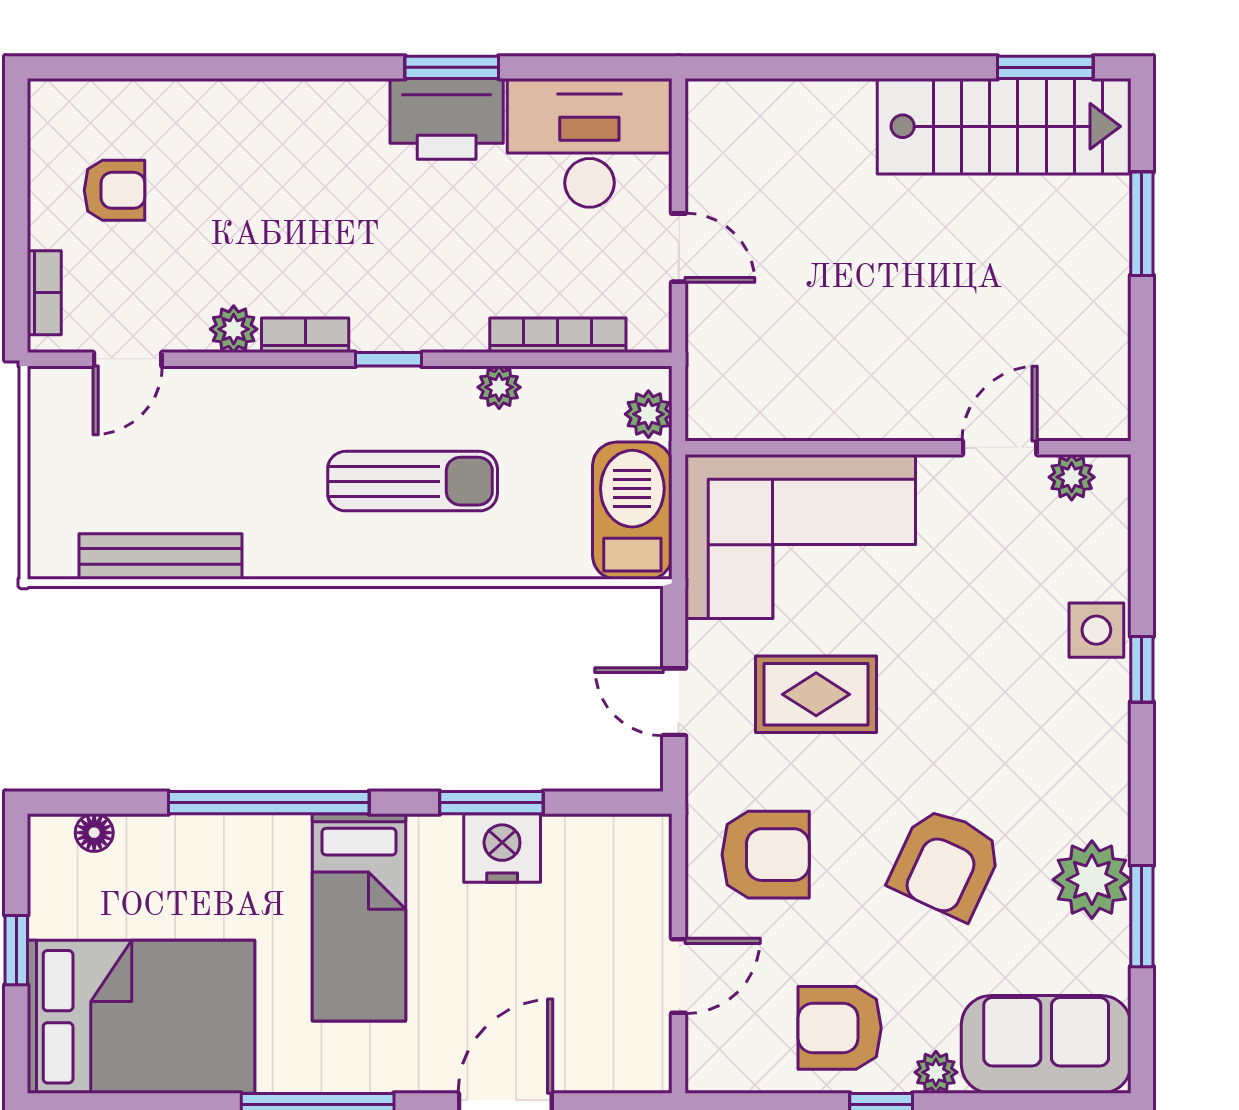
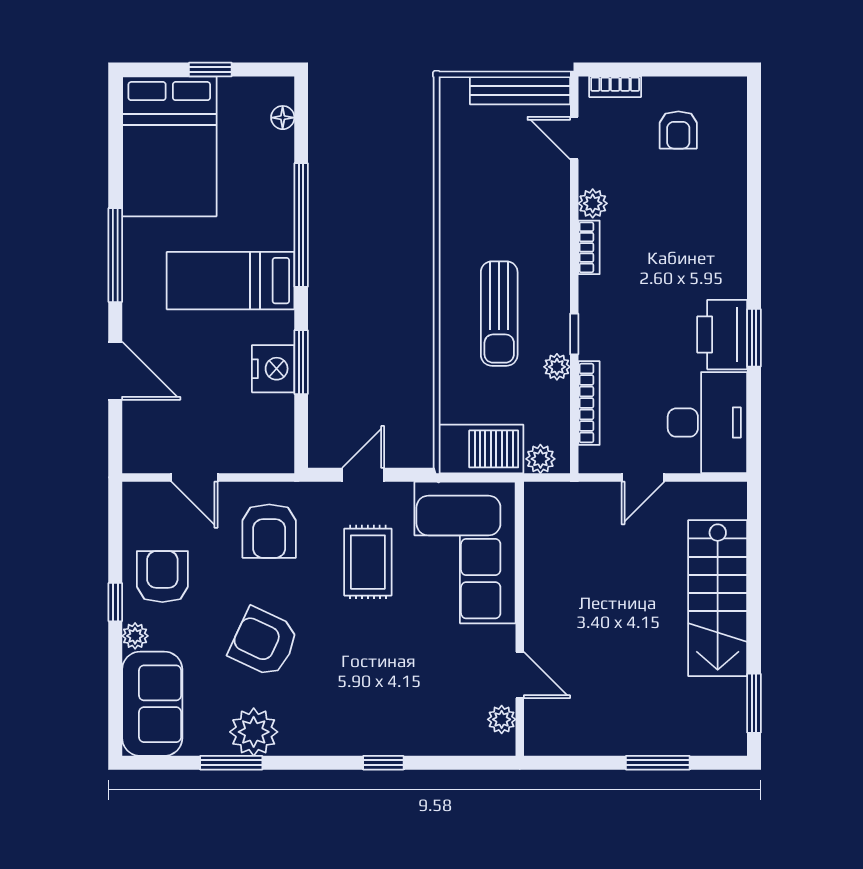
stairs: (1004, 126) -> (718, 598), moved
window: (389, 359) -> (574, 334), moved
bench: (161, 557) -> (520, 90), moved, turned 90
side table: (1096, 630) -> (407, 735), removed

